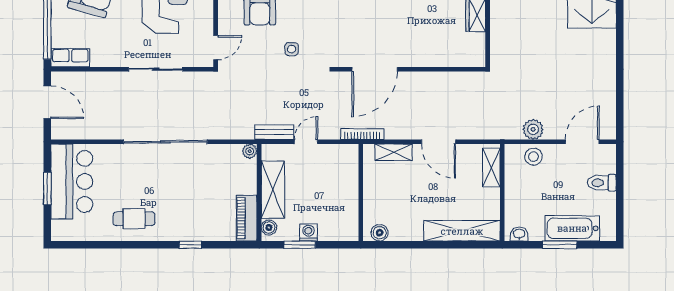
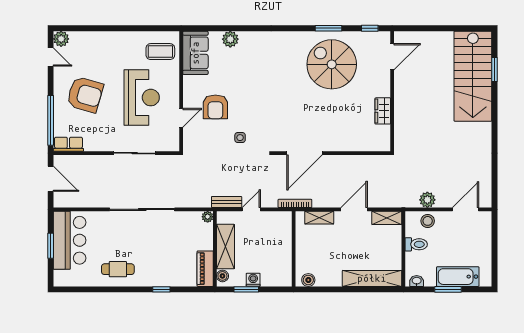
door: (216, 48) -> (181, 118), moved
door: (439, 142) -> (354, 209), swing flipped
shelving: (491, 167) -> (387, 218), moved, turned 90
toilet: (602, 183) -> (416, 244), moved, turned 180

